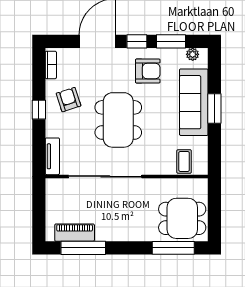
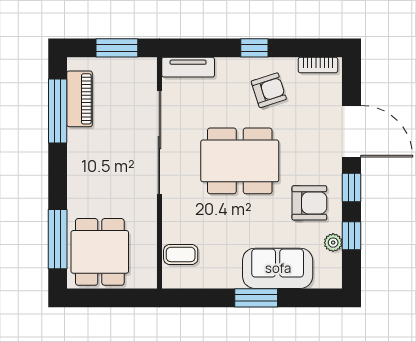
window: (171, 41) -> (351, 236), width x0.67
plant: (193, 54) -> (333, 243), moved
armchair: (148, 71) -> (309, 203), turned -90
sofa: (194, 102) -> (278, 268), width x0.73
window: (39, 206) -> (117, 48), added

